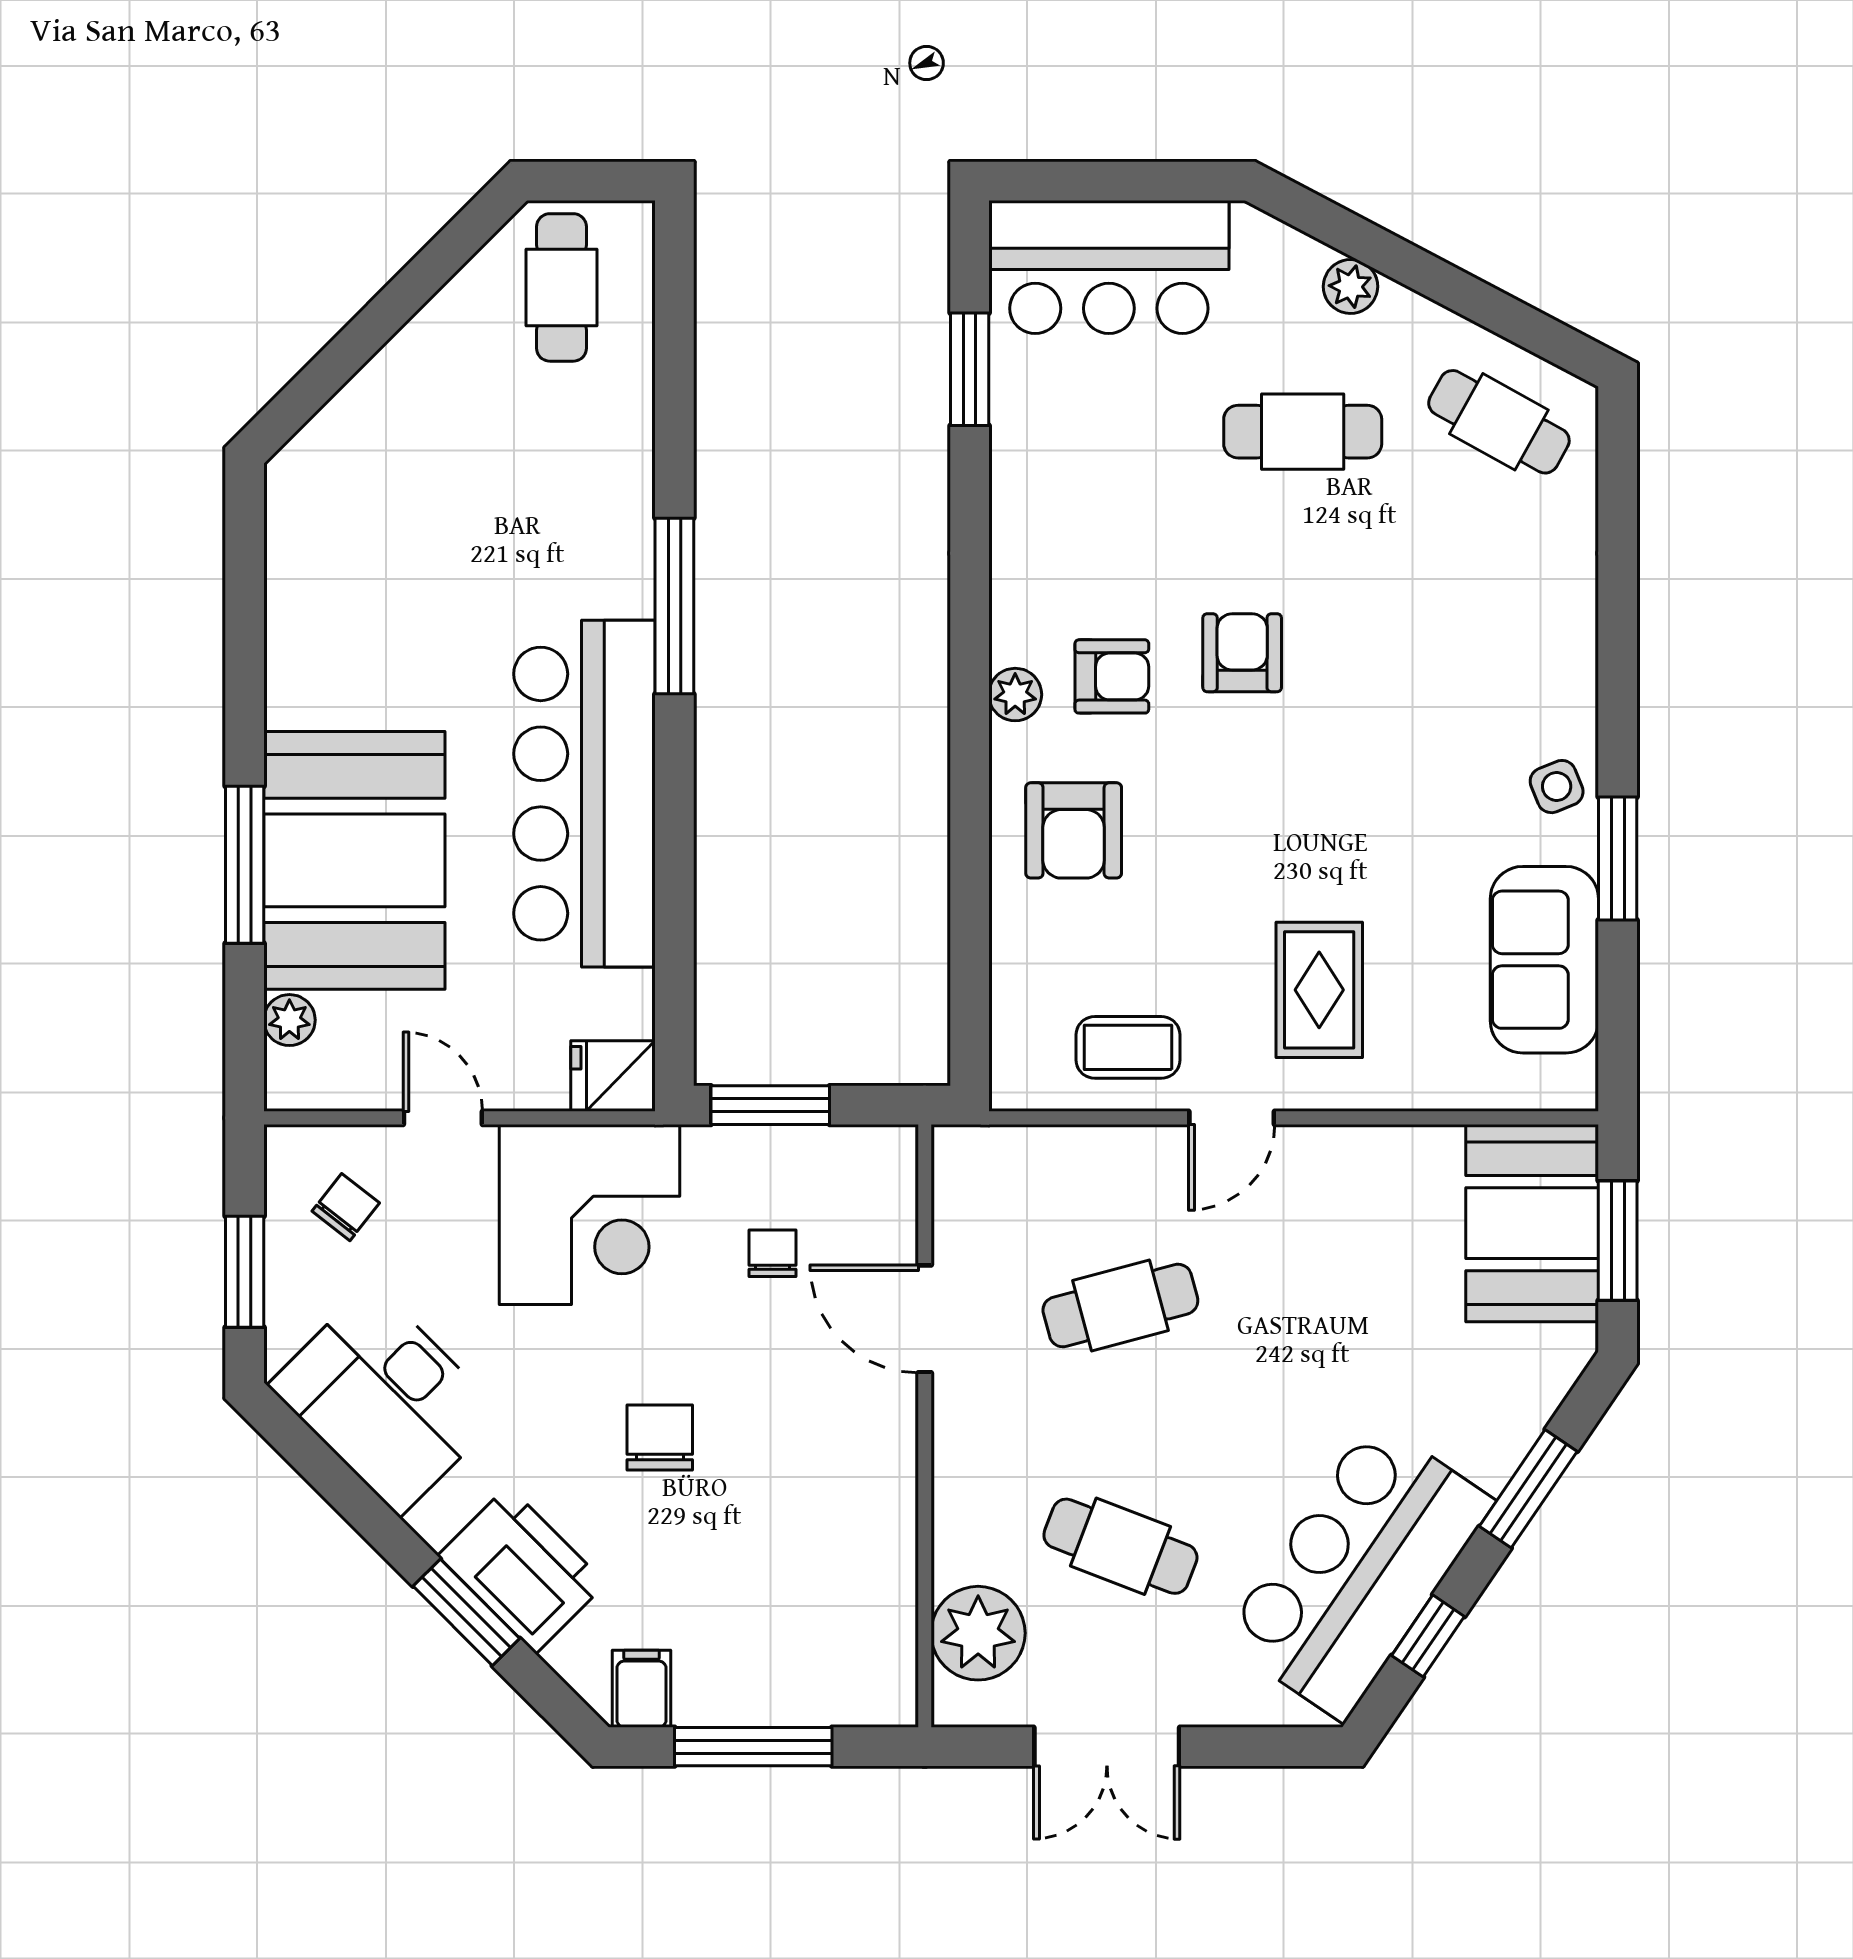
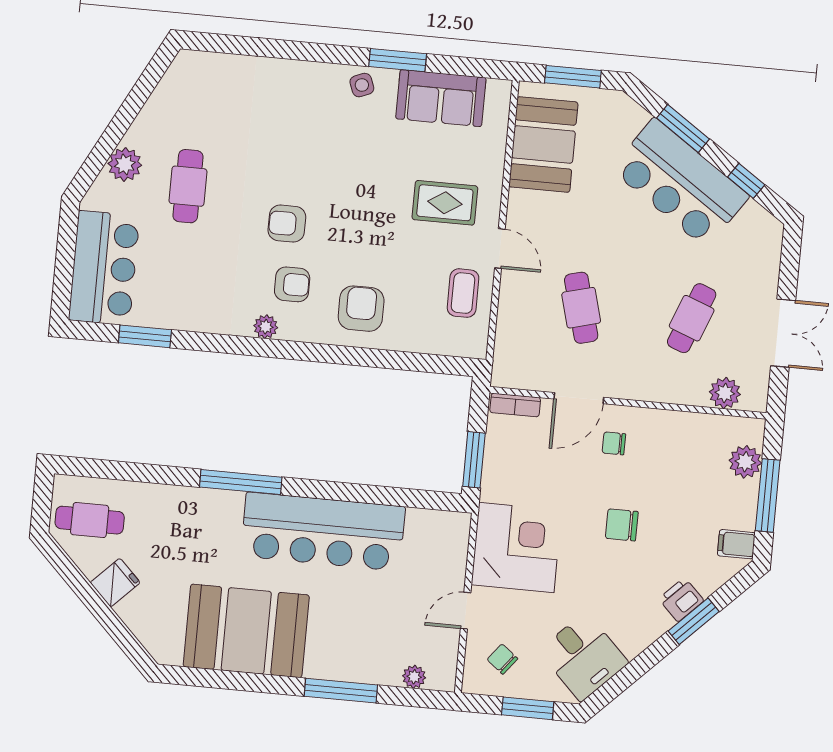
plant: (1351, 286) -> (125, 164), width x1.38, depth x1.38
cafe table: (1499, 422) -> (192, 96), removed
armchair: (1112, 676) -> (292, 284), turned 90
plant: (1015, 695) -> (266, 327), moved
armchair: (1074, 830) -> (361, 309), turned -90
booth: (354, 860) -> (246, 631), moved
fridge: (613, 1076) -> (115, 583), moved, turned -135
bookcase: (897, 1183) -> (515, 405), added
booth: (1532, 1223) -> (543, 144), moved, turned 90
chair: (773, 1253) -> (614, 443), moved
desk: (385, 1399) -> (583, 657), width x0.73
printer: (522, 1570) -> (681, 600), width x0.53, depth x0.68
bar counter: (1358, 1570) -> (680, 183), moved
plant: (978, 1633) -> (725, 393), width x0.73, depth x0.73
plant: (821, 1691) -> (745, 462), added

